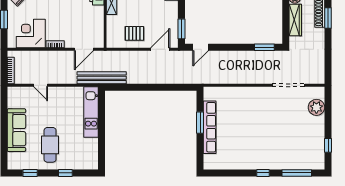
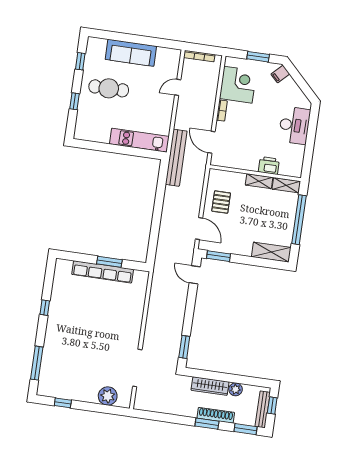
window: (263, 173) -> (45, 308), moved

